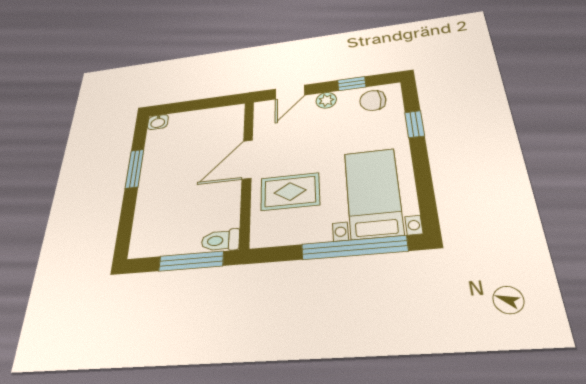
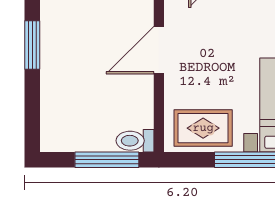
rug: (290, 192) -> (203, 128), moved

